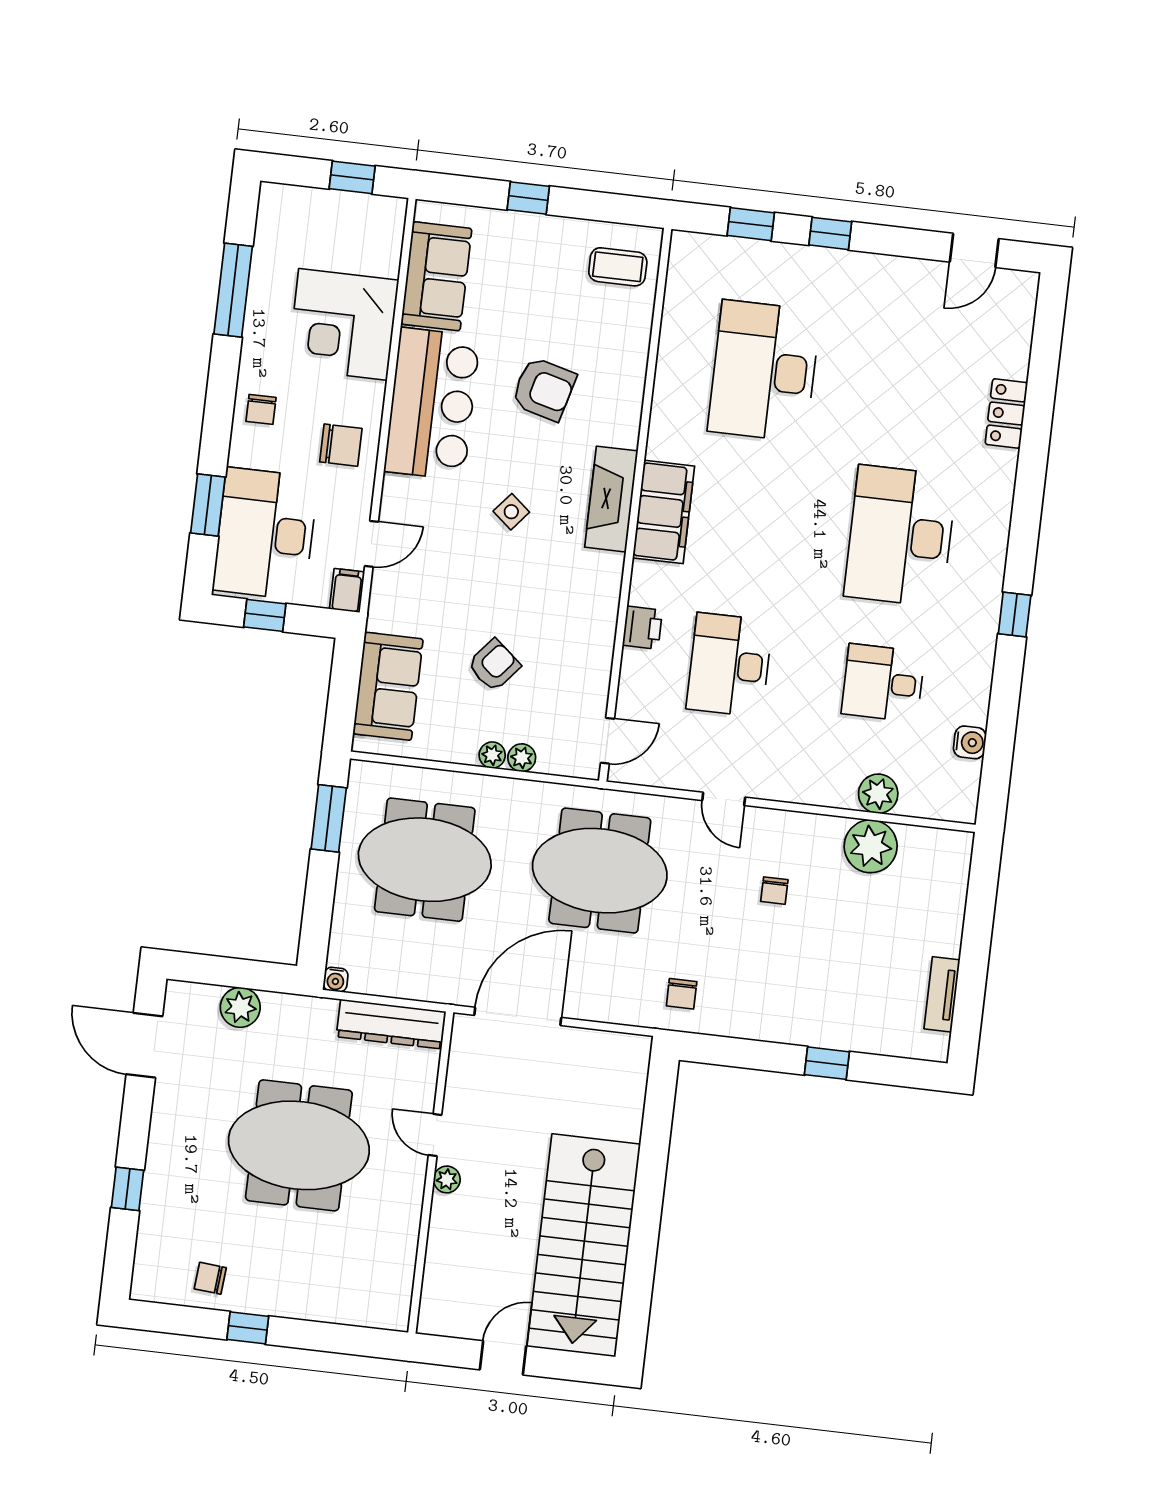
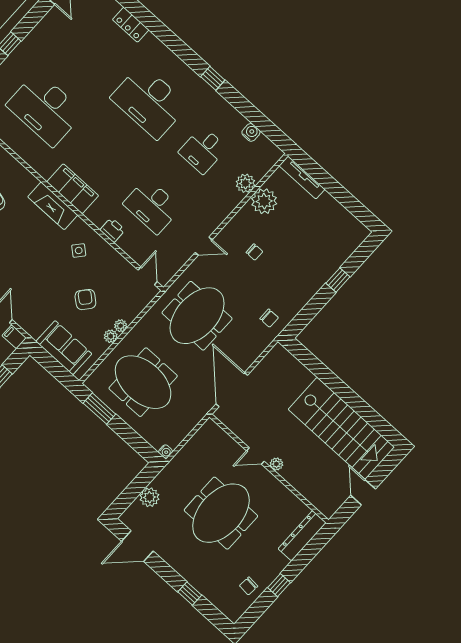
side table: (511, 512) -> (79, 250), moved
plant: (522, 758) -> (111, 336), moved
meeting table: (425, 860) -> (143, 382), turned 90
tv unit: (942, 994) -> (302, 178), moved, width x1.41
dresser: (391, 1024) -> (302, 536), moved, turned 180

